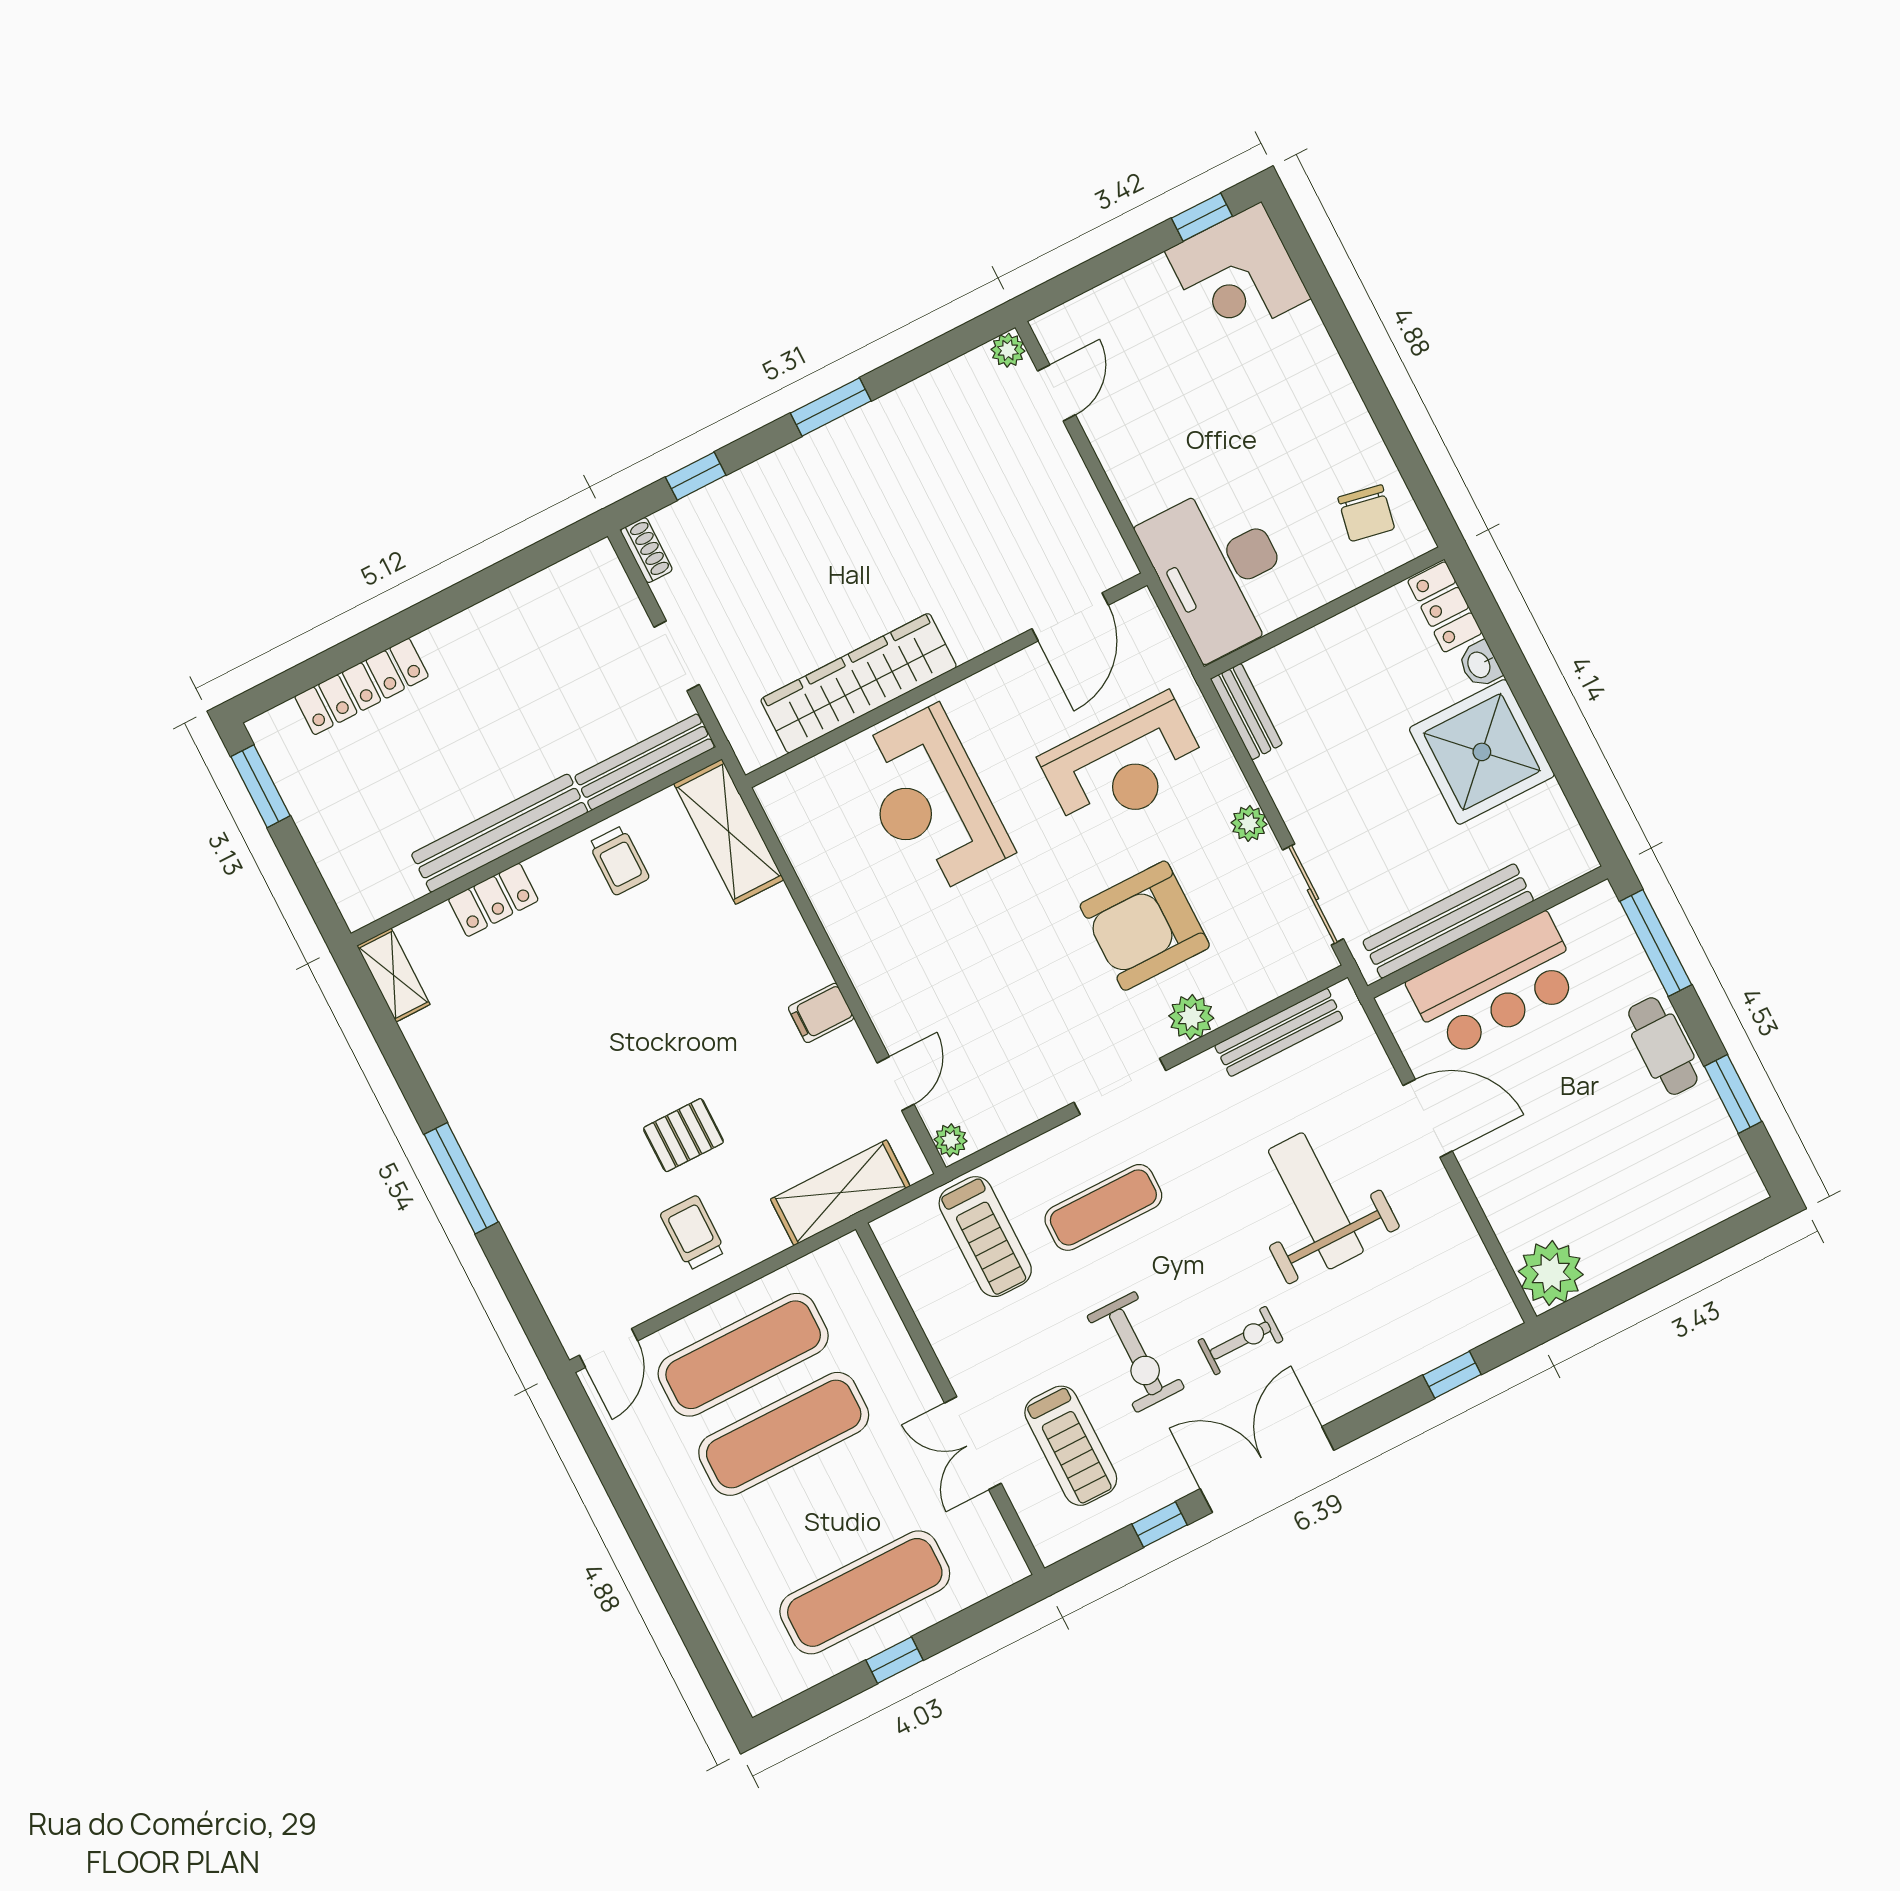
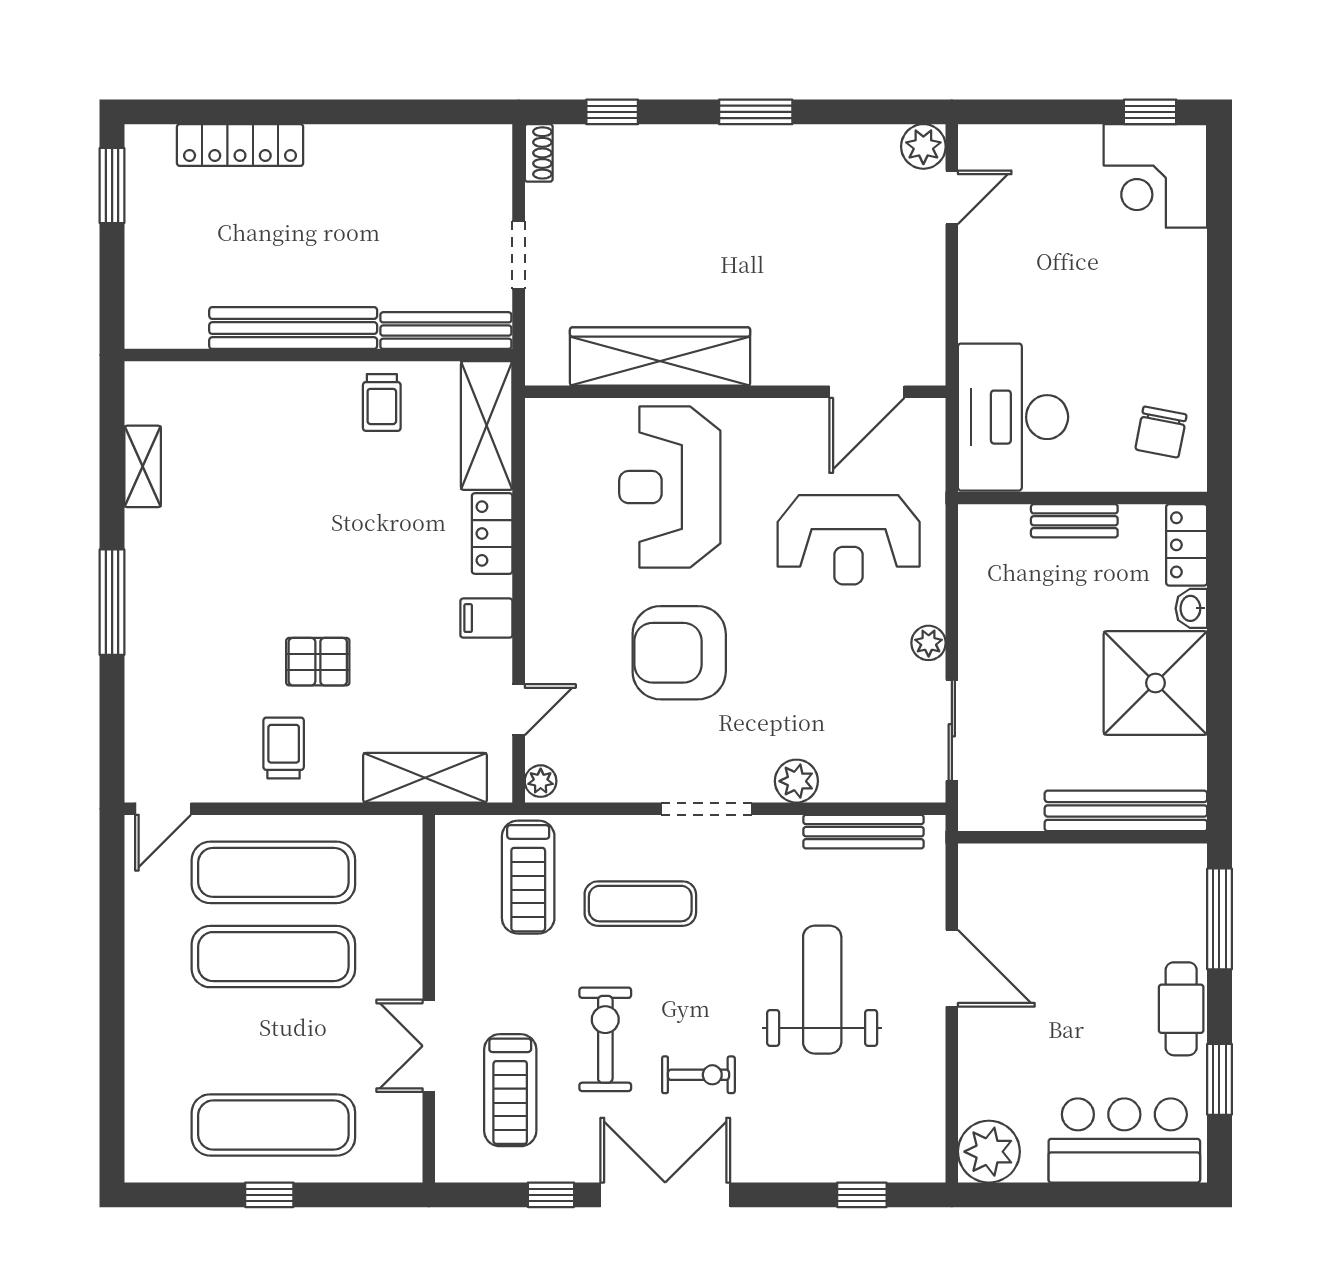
plant: (1008, 350) -> (923, 146), width x1.38, depth x1.38
bench: (1246, 712) -> (1074, 521), moved, turned 90
locker: (493, 900) -> (492, 534), moved, turned 90
bench: (1448, 921) -> (1126, 811), moved
armchair: (1145, 926) -> (679, 653), moved
shelving: (394, 975) -> (143, 466), moved
bar counter: (1495, 985) -> (1124, 1140), moved, turned 180
exercise bike: (1136, 1352) -> (605, 1039), turned 180

